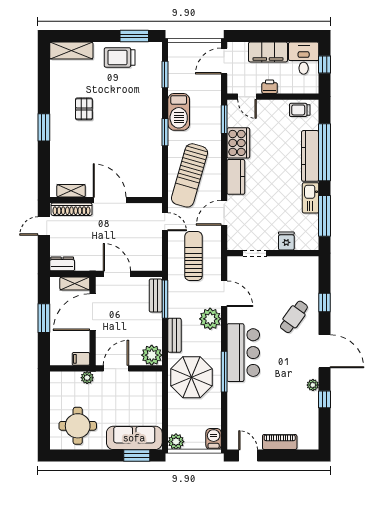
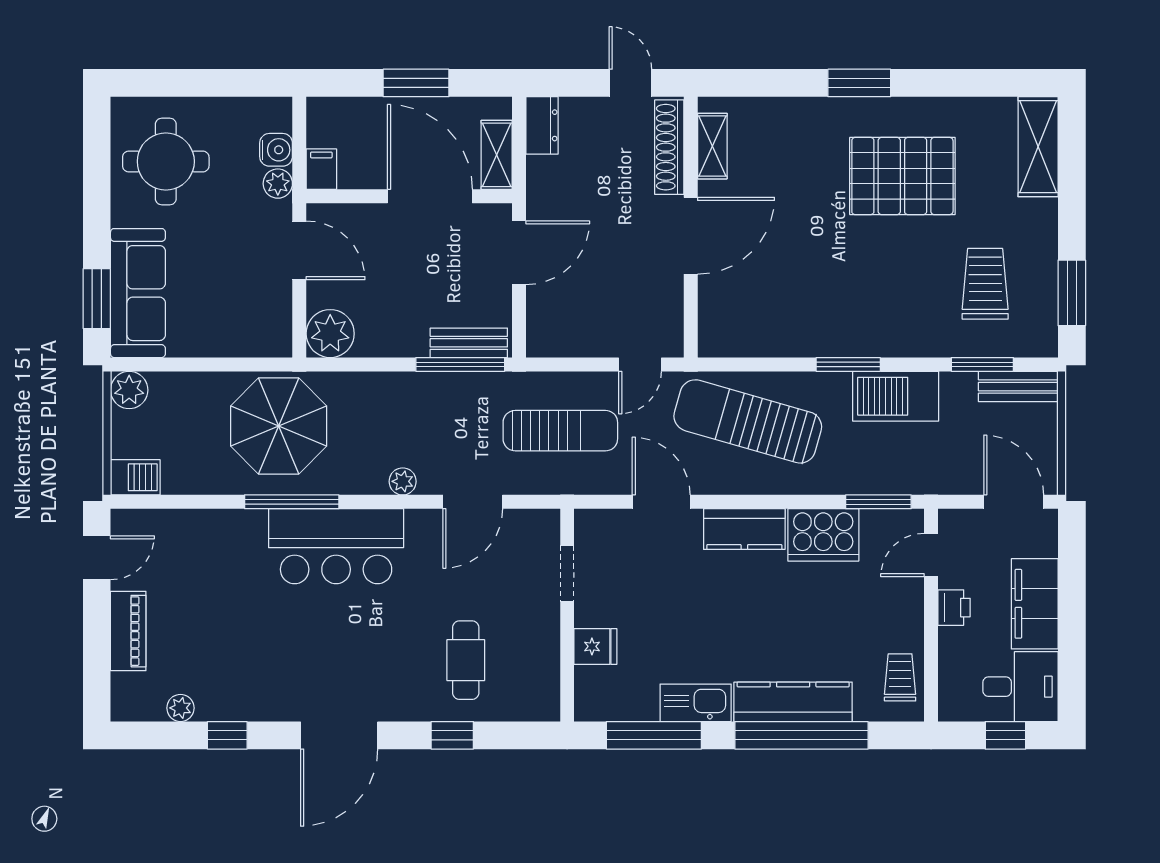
trolley: (120, 57) -> (985, 284), moved
pallet: (84, 109) -> (902, 176), width x2.05, depth x2.00
cafe table: (294, 317) -> (466, 660), moved, turned 54
plant: (210, 319) -> (403, 481), width x0.53, depth x0.53
bench: (174, 335) -> (1018, 387), moved
water cooler: (73, 378) -> (276, 150), added
plant: (313, 385) -> (180, 708), moved

